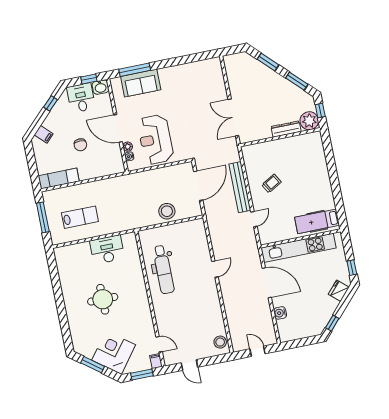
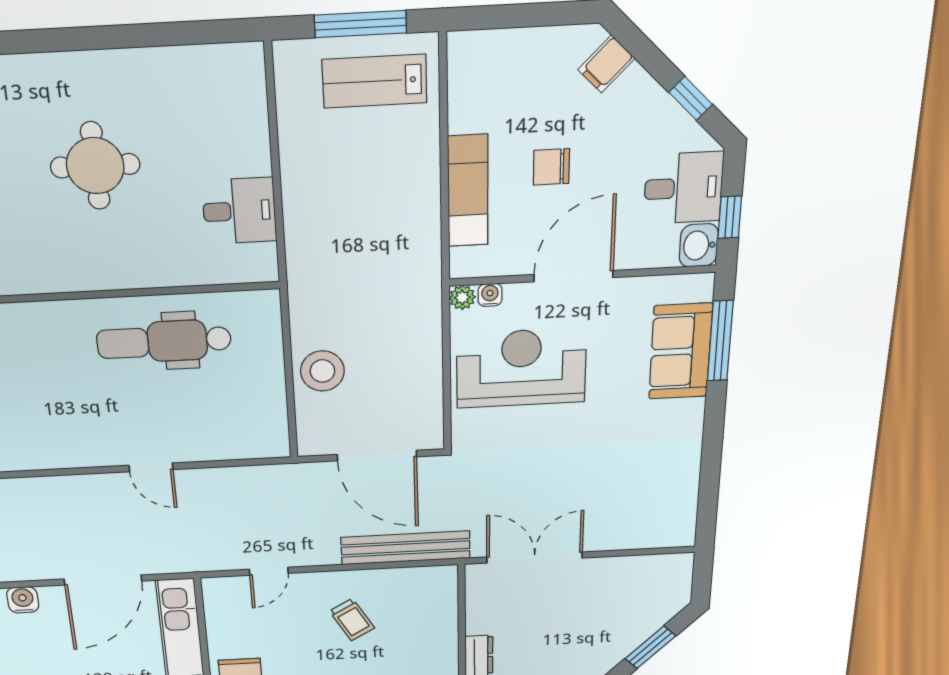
plant: (128, 147) -> (462, 297), moved
exam couch: (59, 179) -> (468, 191), moved
bench: (240, 187) -> (406, 548), moved
lab bench: (80, 217) -> (375, 81), moved, turned 90
door: (254, 219) -> (269, 571), hinge flipped
desk: (107, 250) -> (239, 211), width x0.73

